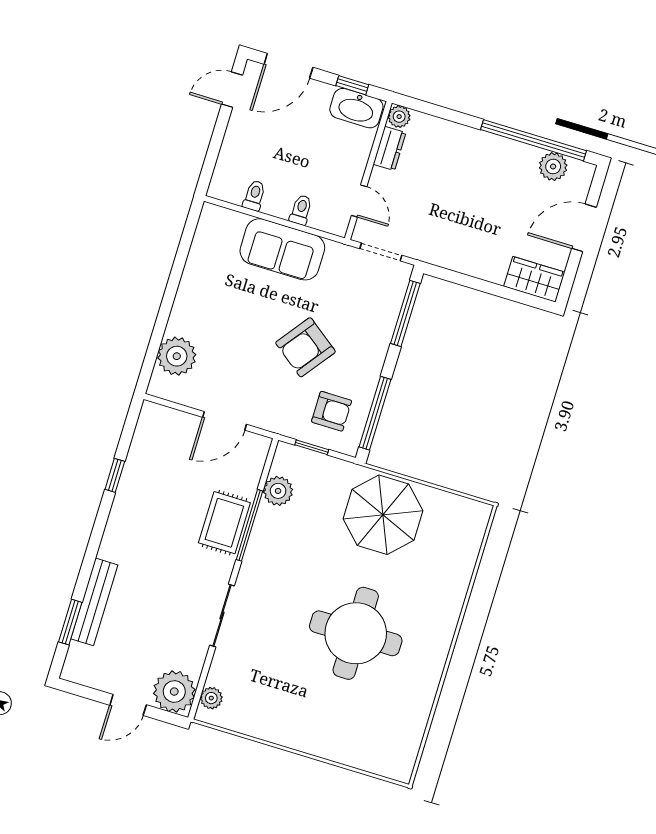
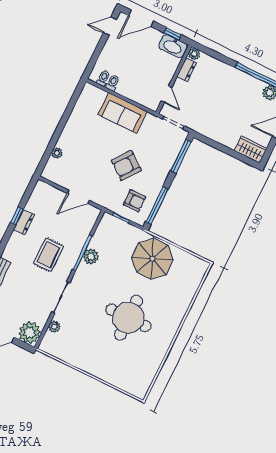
toilet: (301, 210) -> (103, 78), moved
plant: (177, 356) -> (57, 153), width x0.53, depth x0.53
dresser: (130, 485) -> (24, 222), added
plant: (278, 491) -> (91, 257), moved
rug: (224, 523) -> (48, 255), moved
plant: (211, 698) -> (54, 327), moved

